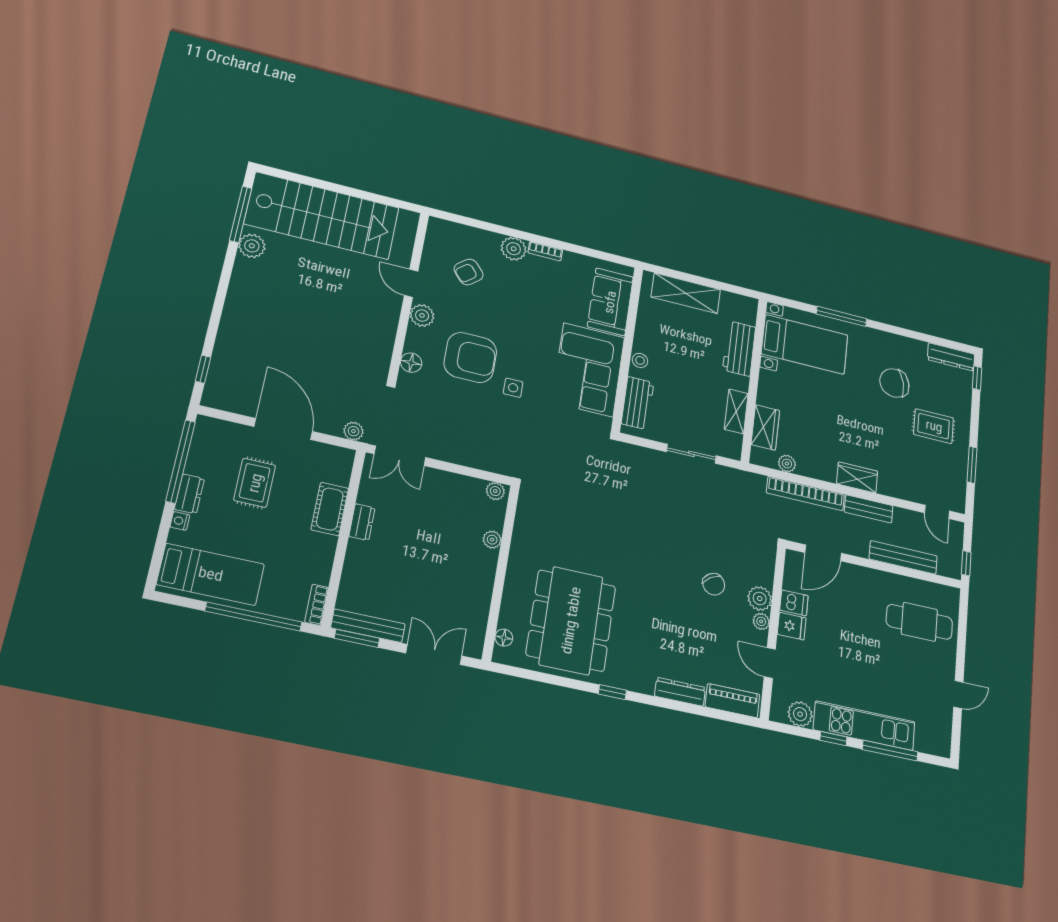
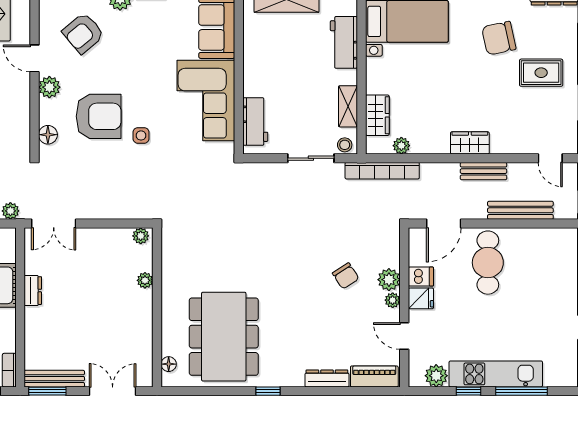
armchair: (469, 272) -> (83, 33), width x1.38, depth x1.38
stool: (640, 360) -> (345, 145), moved
bookcase: (805, 494) -> (382, 171), moved
cafe table: (919, 622) -> (488, 263), moved, turned 90

